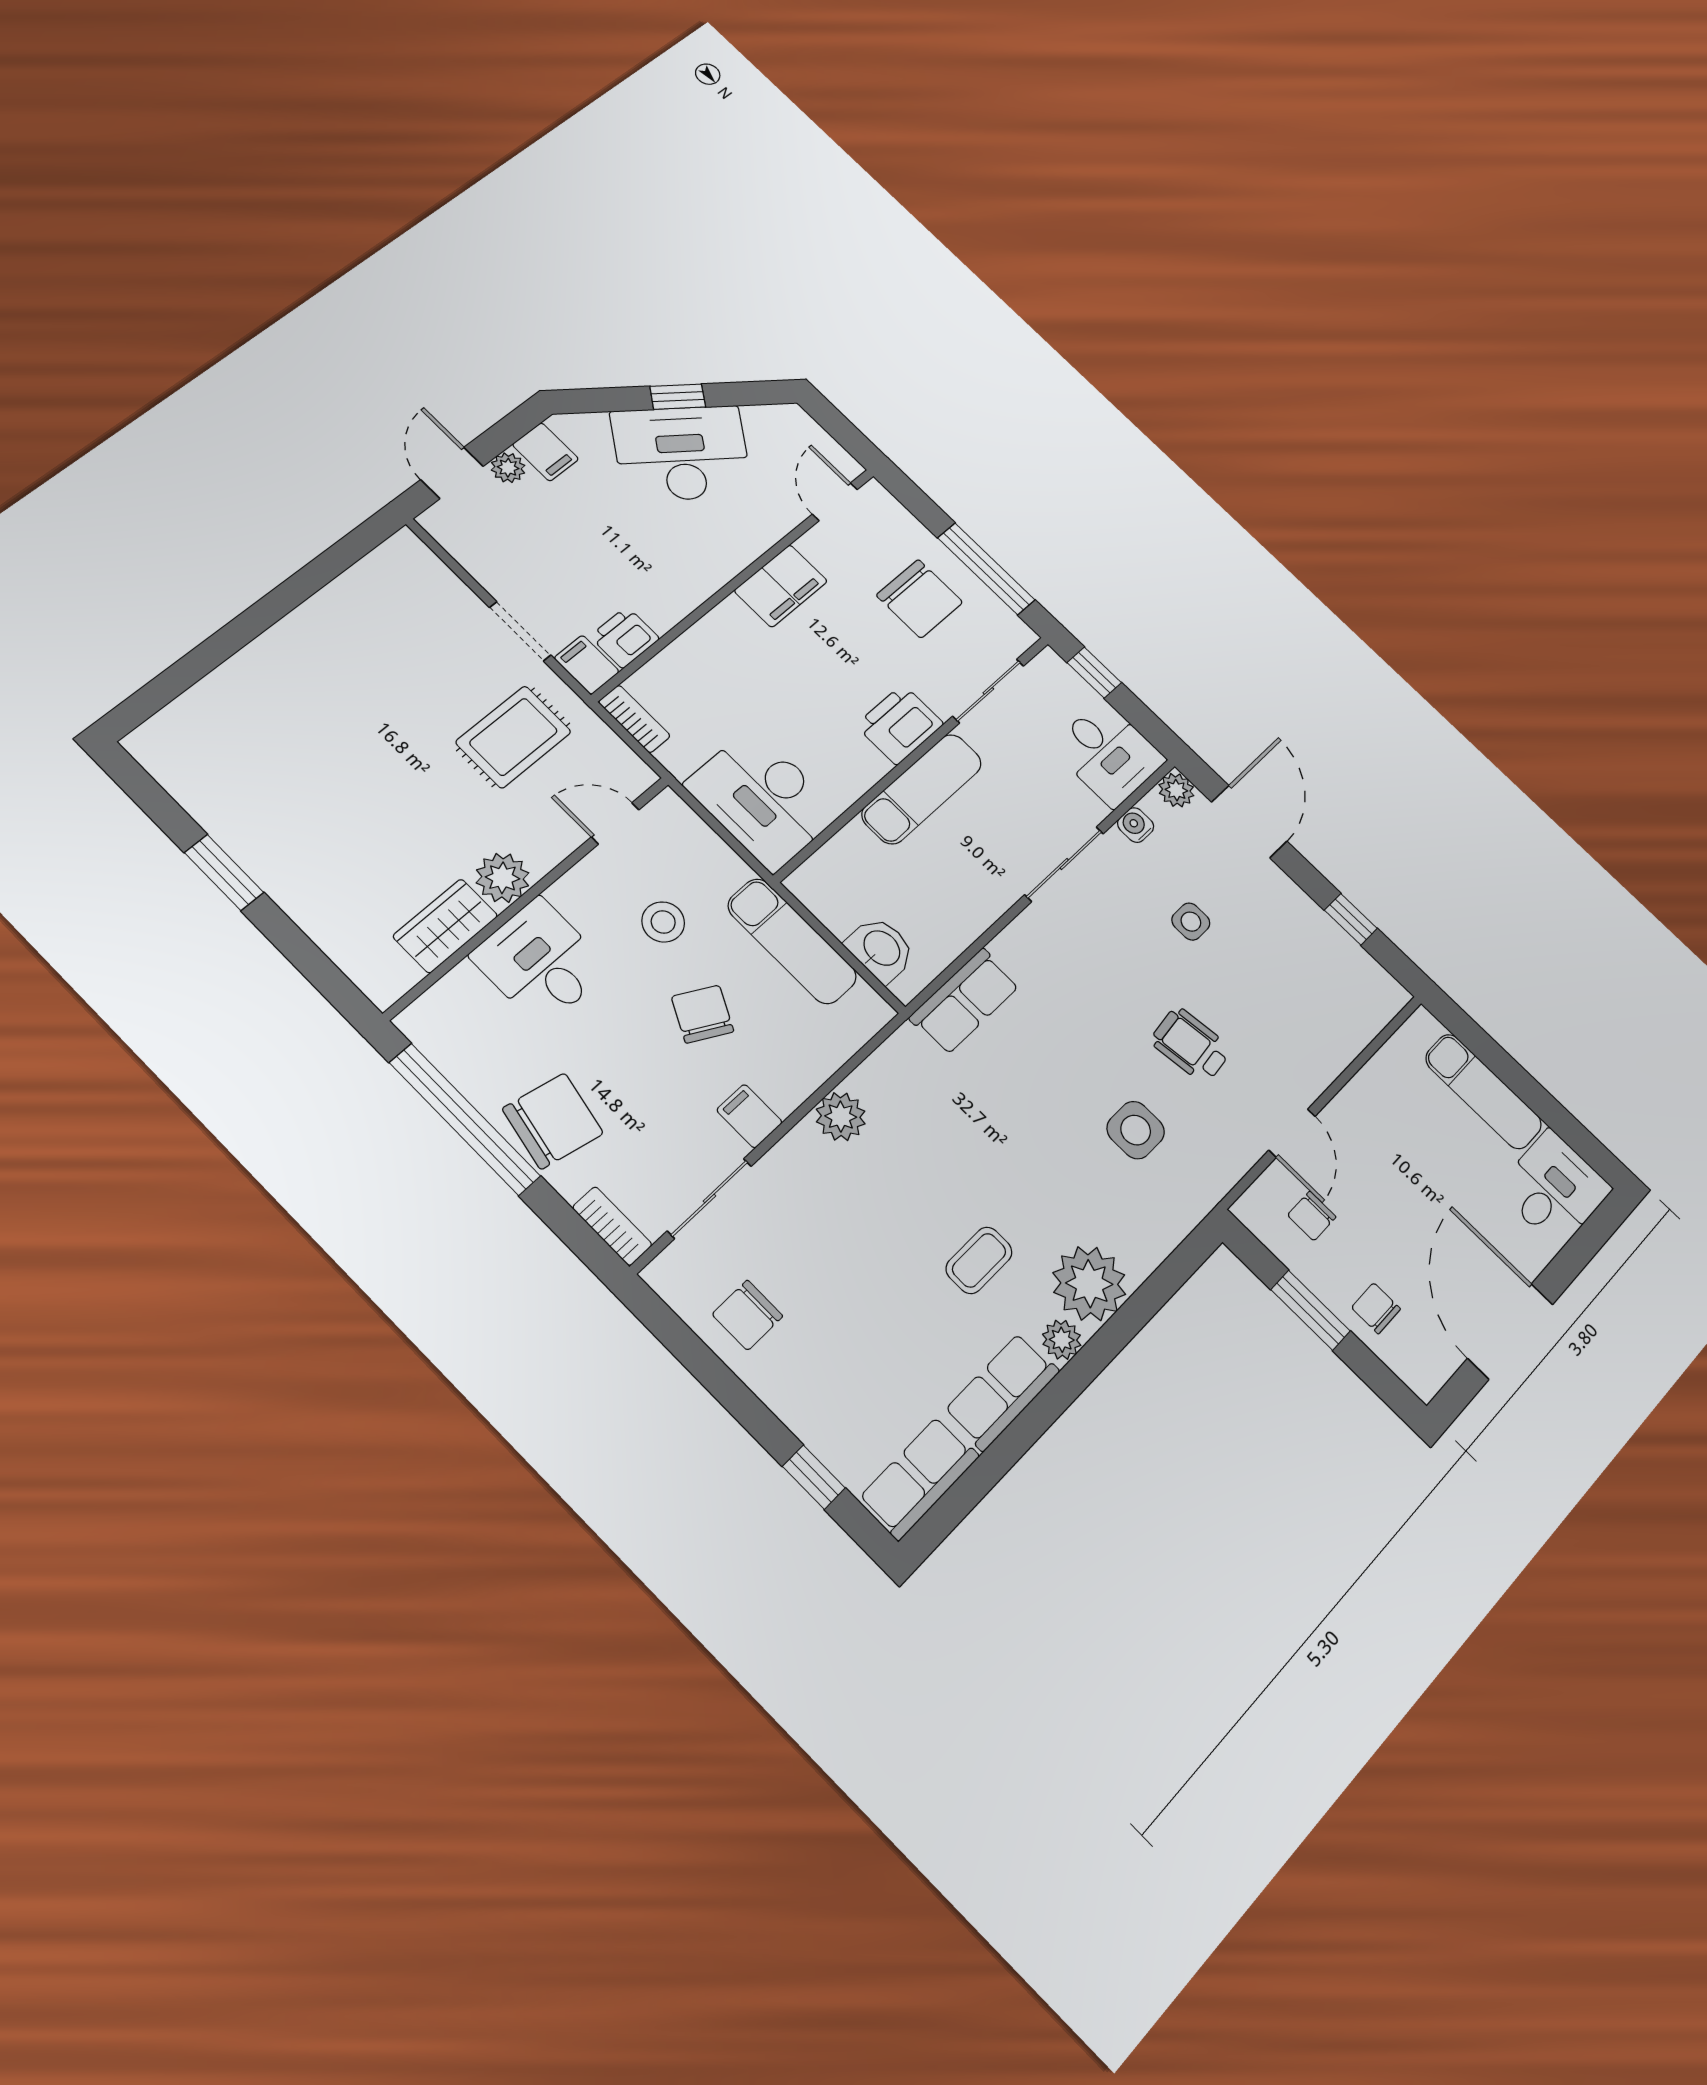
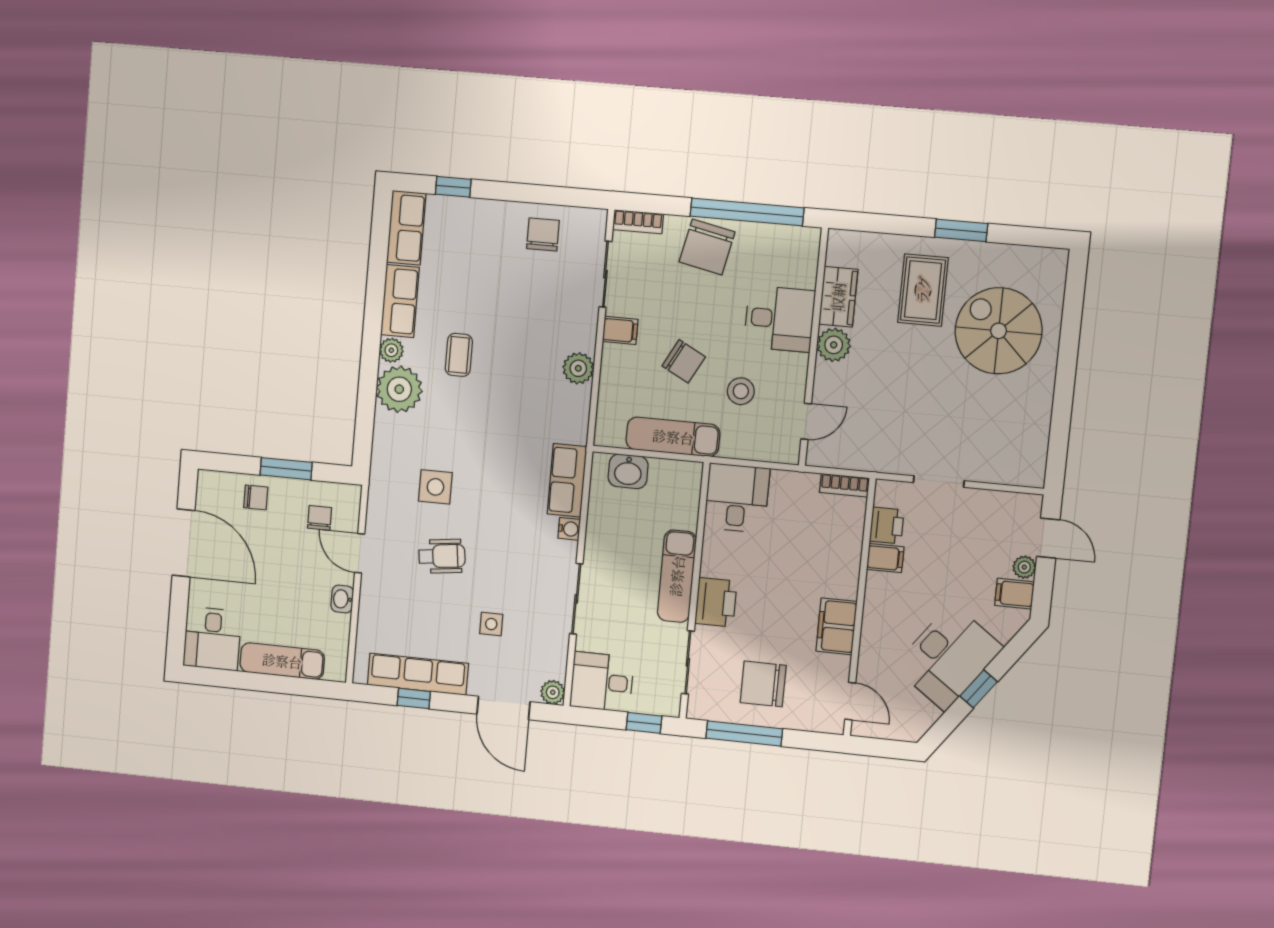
filing cabinet: (587, 665) -> (885, 558), moved
spiral stairs: (291, 727) -> (999, 331), added
rug: (513, 737) -> (923, 290), moved
desk: (762, 799) -> (737, 498), width x0.73
water cooler: (1136, 825) -> (569, 529), moved
row of seats: (1325, 941) -> (418, 674), added
washbasin: (1354, 1099) -> (342, 599), added

